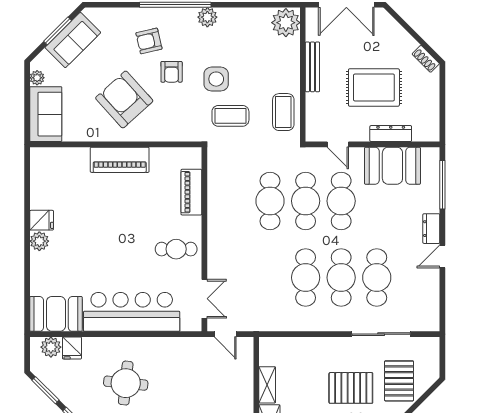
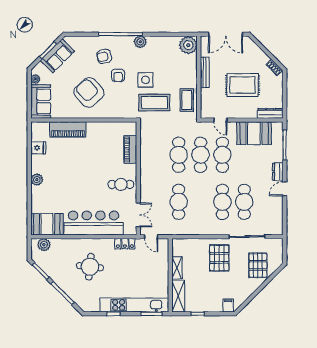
coffee table: (230, 116) -> (154, 102), width x1.36, depth x1.32
dresser: (391, 134) -> (270, 113), moved
piano: (120, 160) -> (68, 129), moved
fridge: (42, 220) -> (38, 148), moved
cafe table: (306, 278) -> (179, 202), moved
locker: (183, 346) -> (125, 244), added
fridge: (72, 348) -> (57, 245), removed
pallet: (351, 388) -> (219, 258), moved, turned 90

